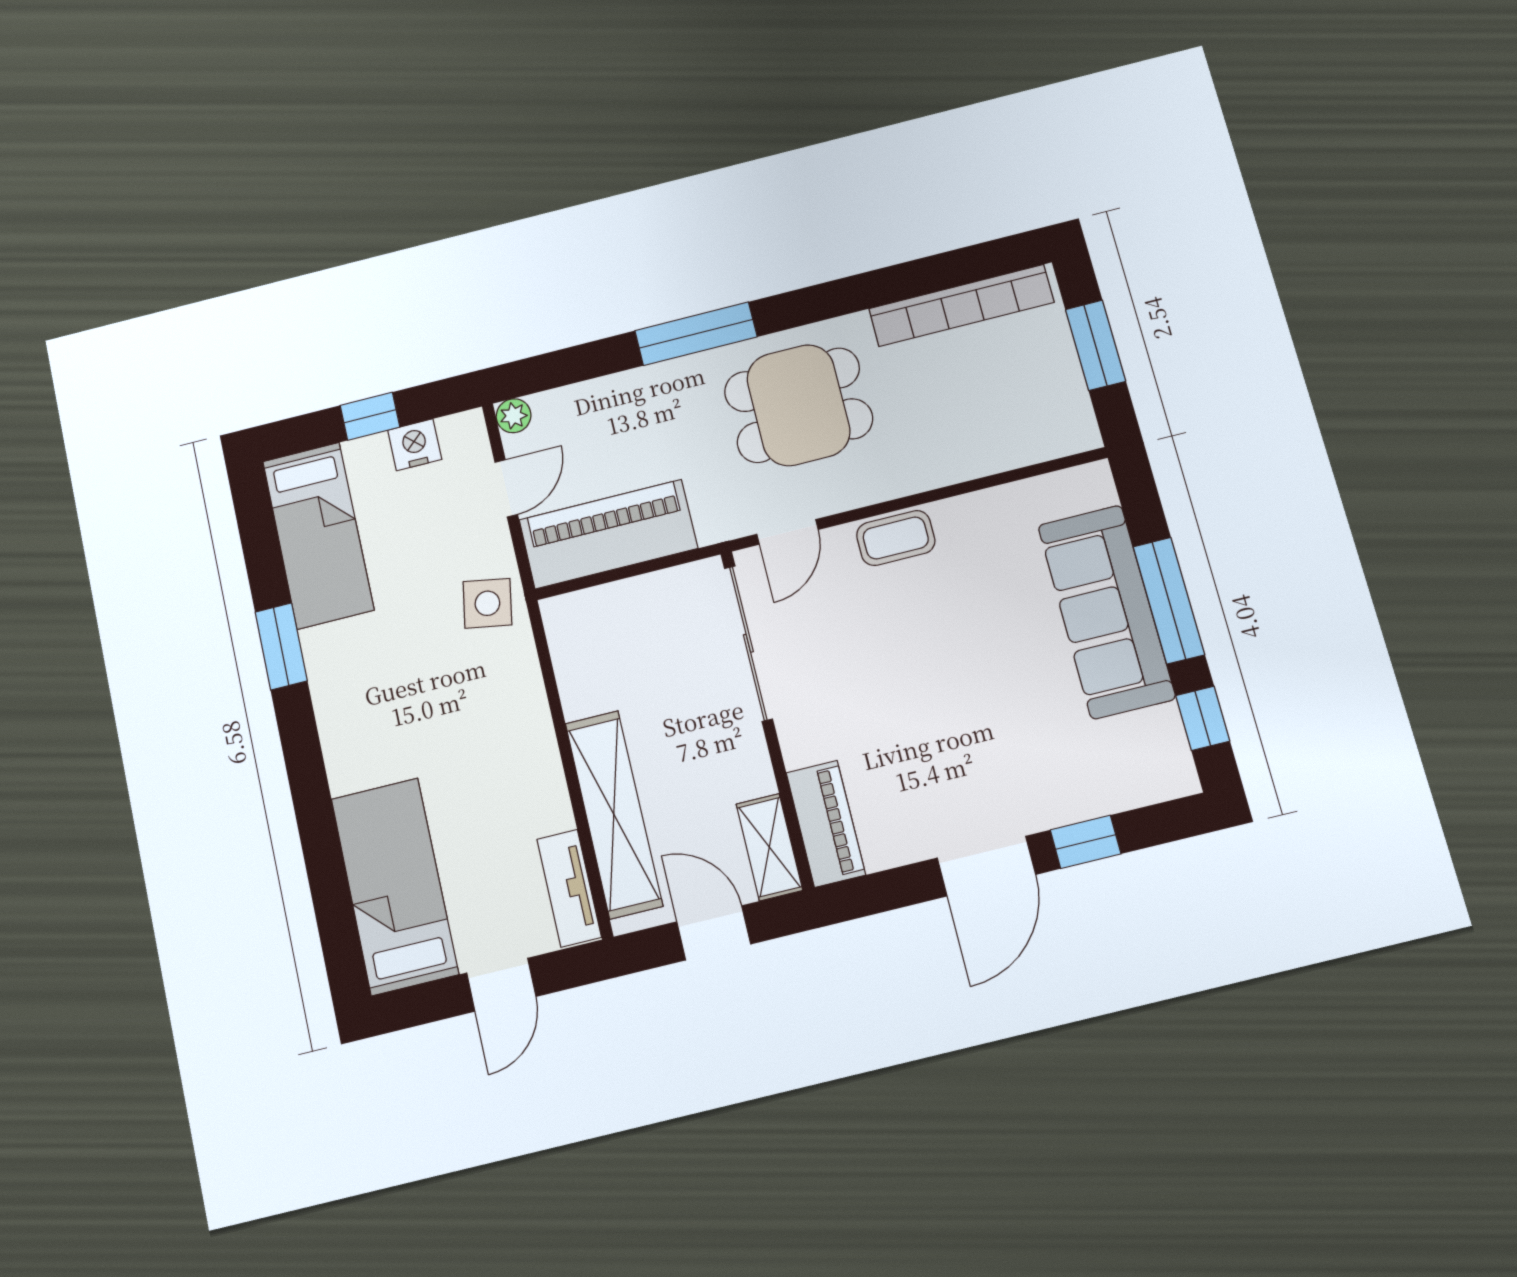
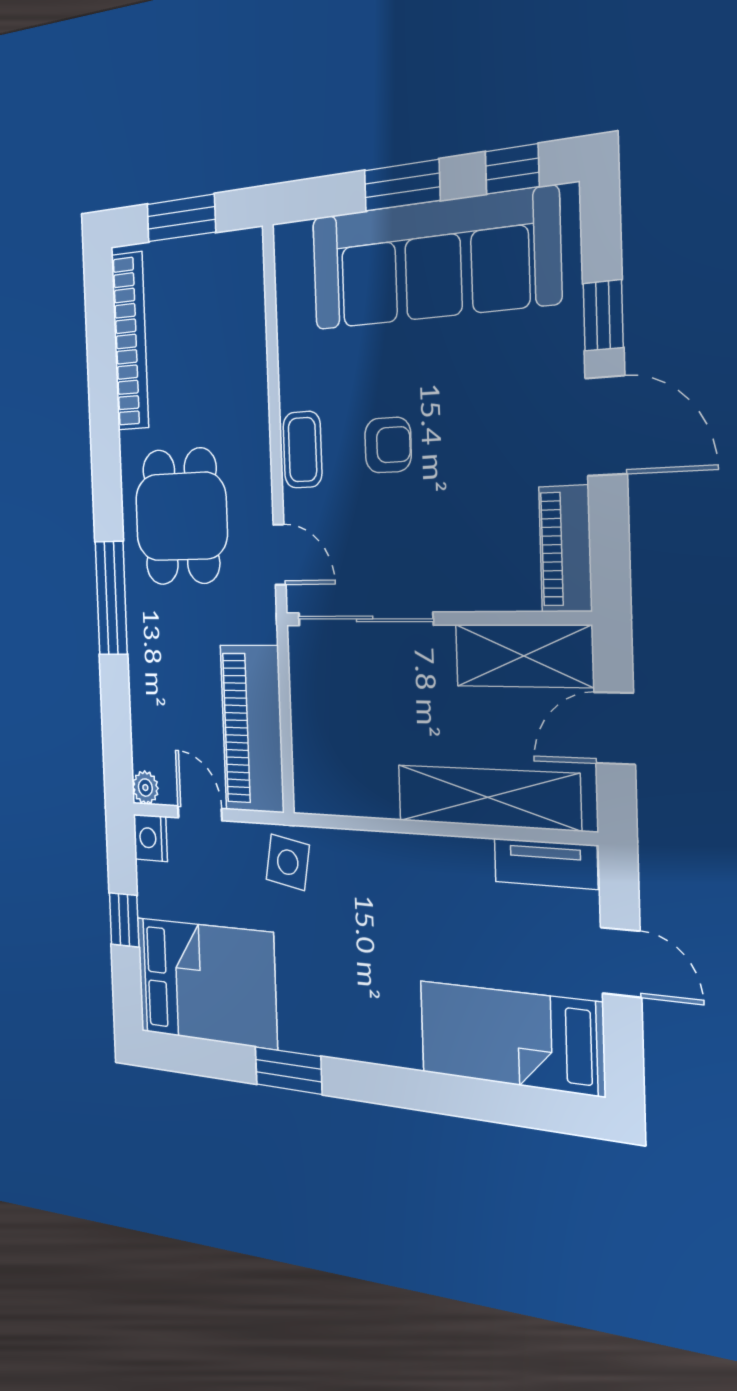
nightstand: (415, 445) -> (150, 838), moved
bed: (318, 535) -> (206, 983), width x1.50
window: (1169, 600) -> (402, 185), width x0.69
sofa: (1106, 611) -> (433, 260), width x1.36, depth x1.27
armchair: (921, 635) -> (388, 445), added
piano: (826, 824) -> (565, 549), moved, turned -90
shelving: (769, 847) -> (524, 656), width x1.50, depth x1.33

